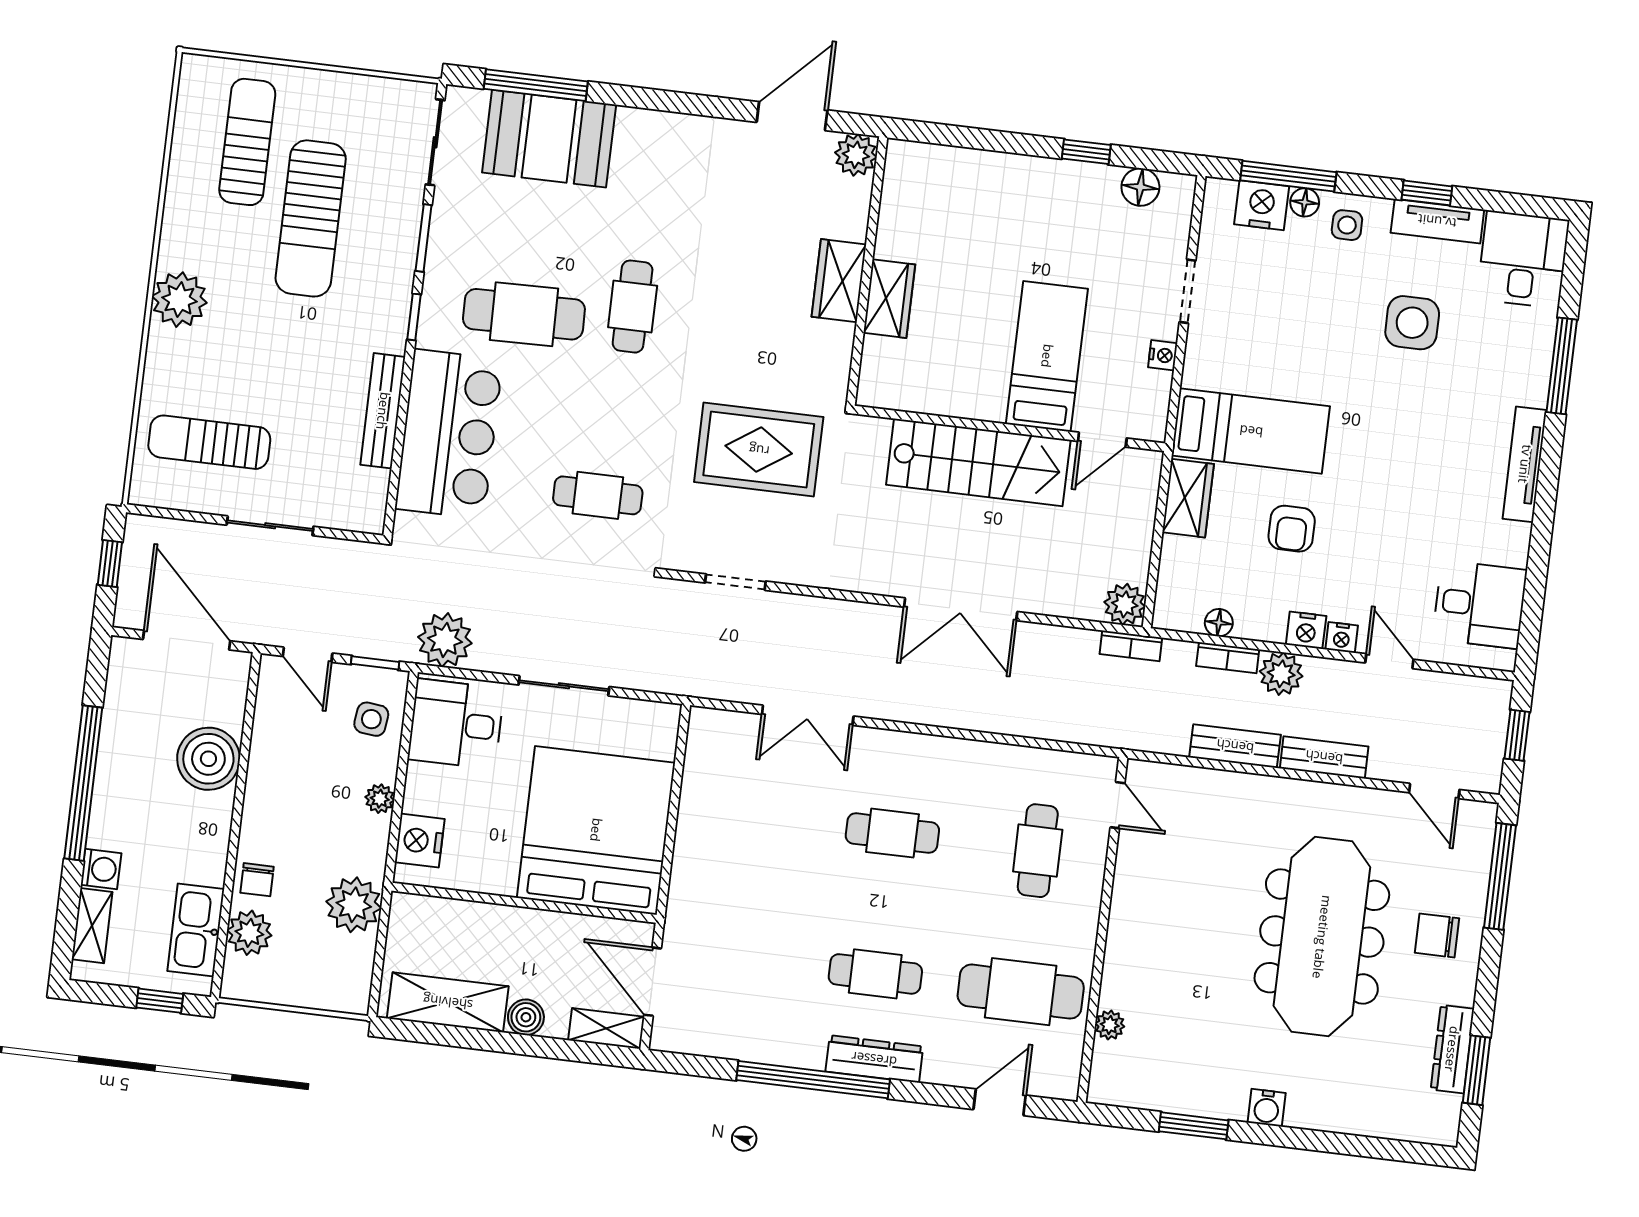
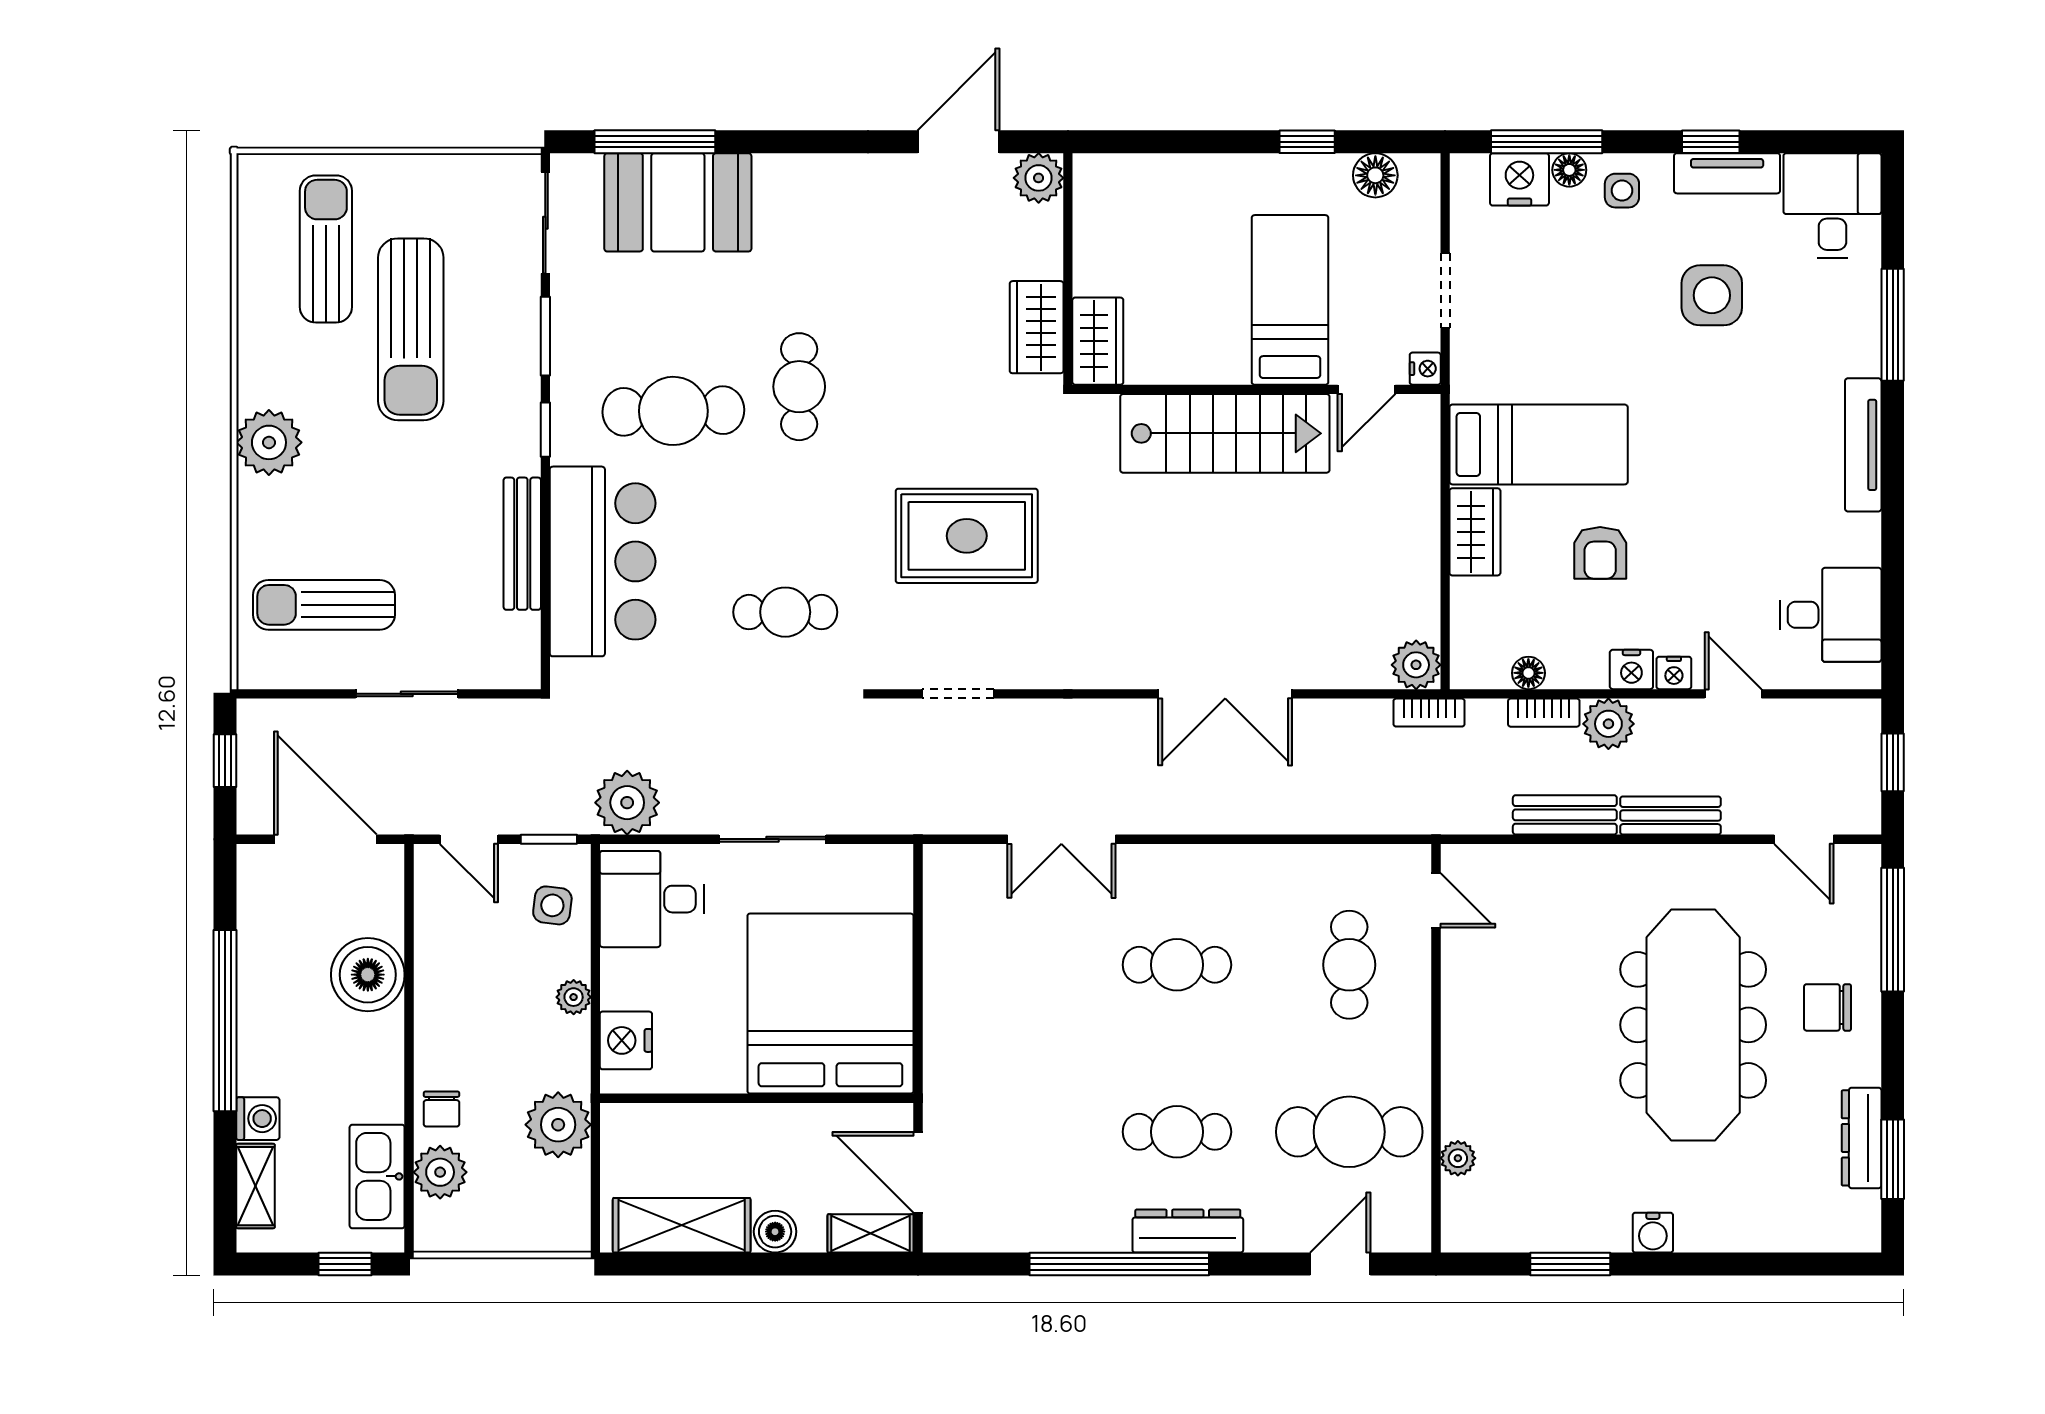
bed: (1047, 356) -> (1290, 300), moved
wall: (1009, 428) -> (1256, 389), moved
door: (1102, 440) -> (1366, 389), moved
stairs: (978, 462) -> (1225, 433), moved

